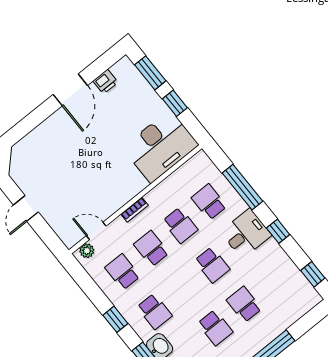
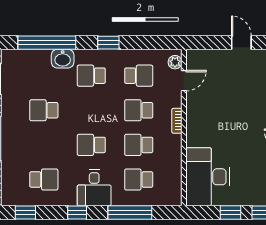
school desk: (209, 202) -> (139, 180), turned 180
school desk: (151, 249) -> (139, 110), turned 180
school desk: (244, 304) -> (44, 180), moved

